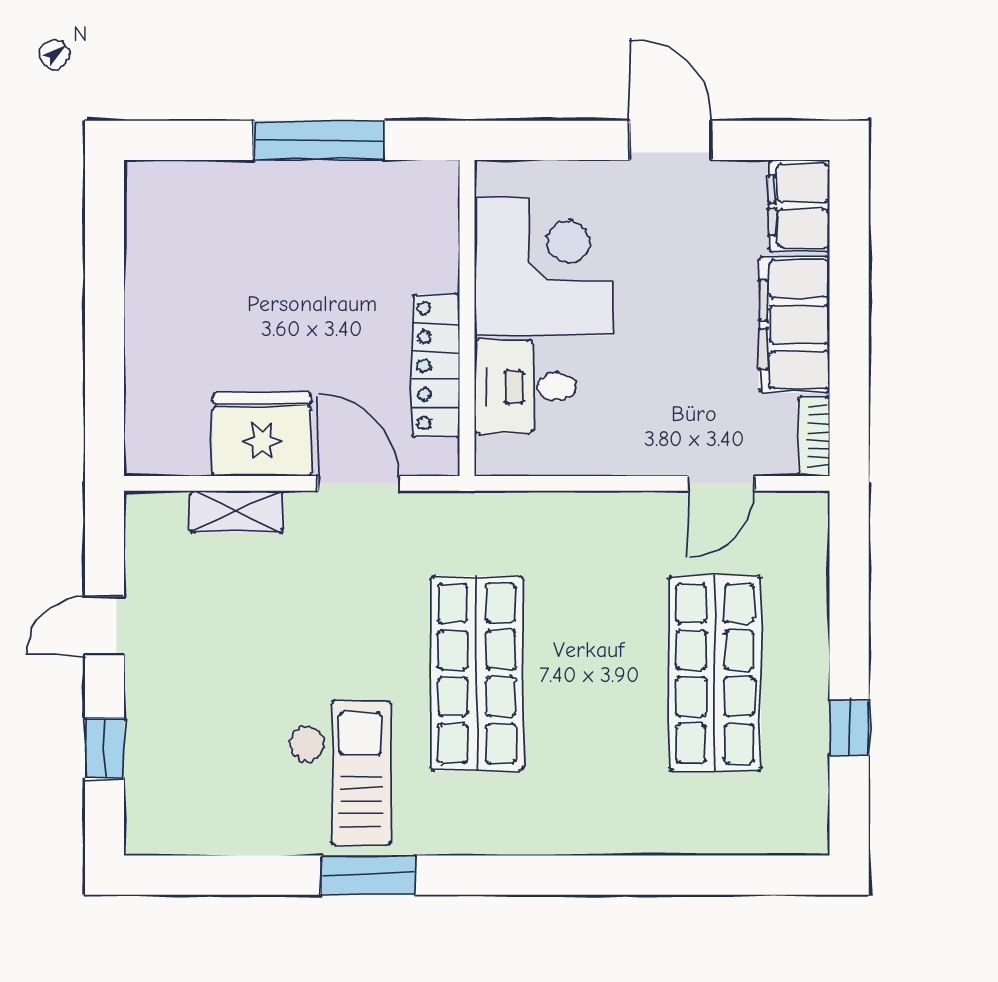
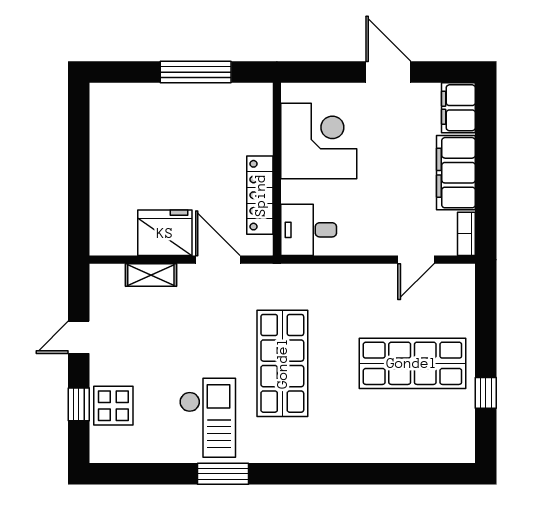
desk: (525, 387) -> (309, 230), moved
shop shelf: (715, 673) -> (412, 363), turned 90
display table: (168, 751) -> (113, 406), added

